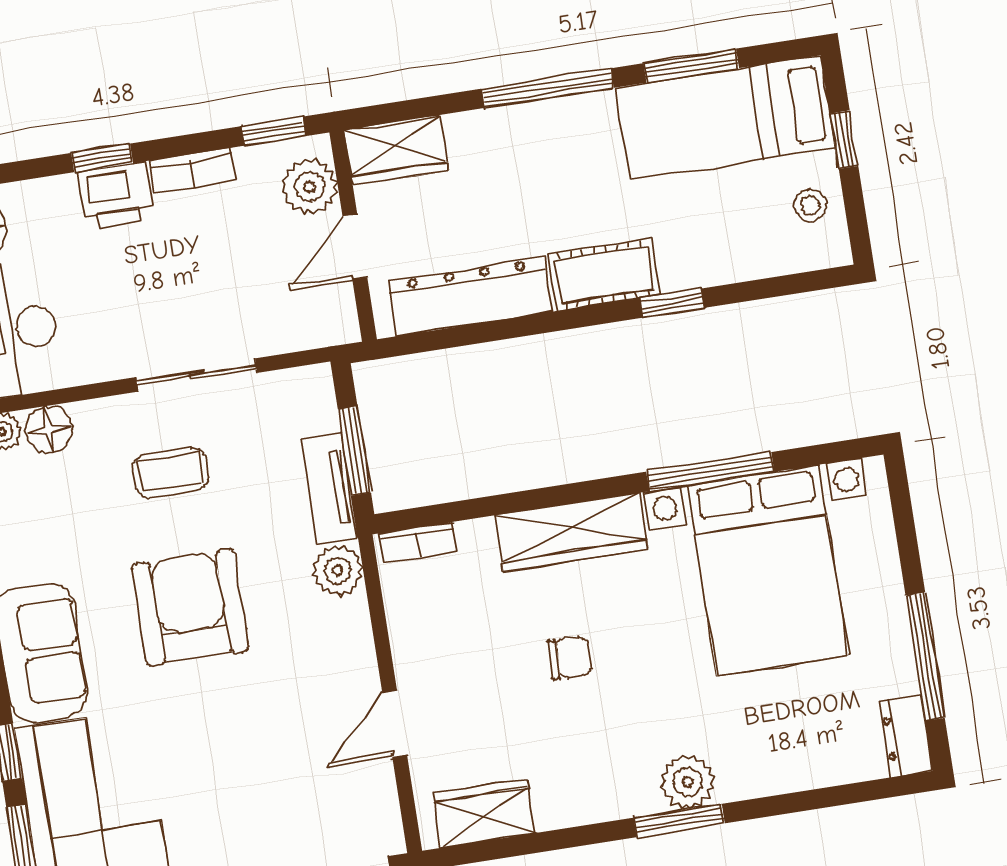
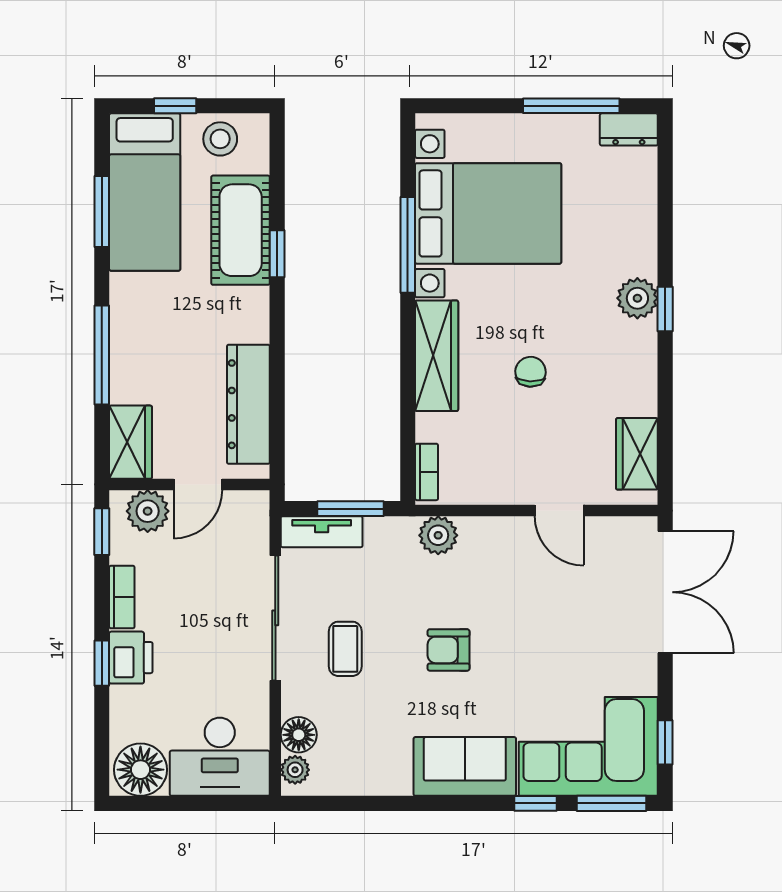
window: (548, 88) -> (102, 355), moved
stool: (810, 205) -> (220, 139), width x1.37, depth x1.37
door: (355, 247) -> (198, 484), hinge flipped
cot: (604, 275) -> (241, 230), moved, width x1.37, depth x1.34
sliding door: (197, 375) -> (275, 618), width x1.37
tv unit: (329, 488) -> (322, 532), moved
armchair: (190, 608) -> (449, 650), width x0.53, depth x0.53
window: (679, 820) -> (665, 309), width x0.67

